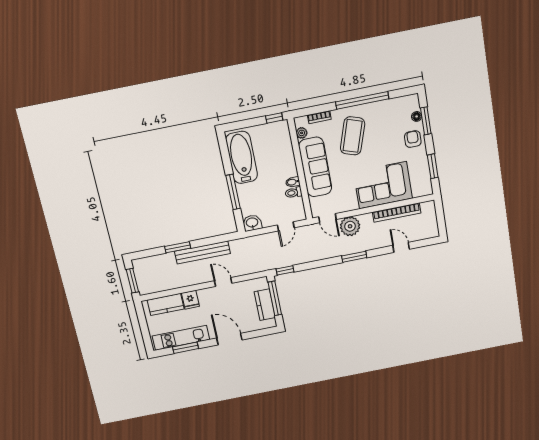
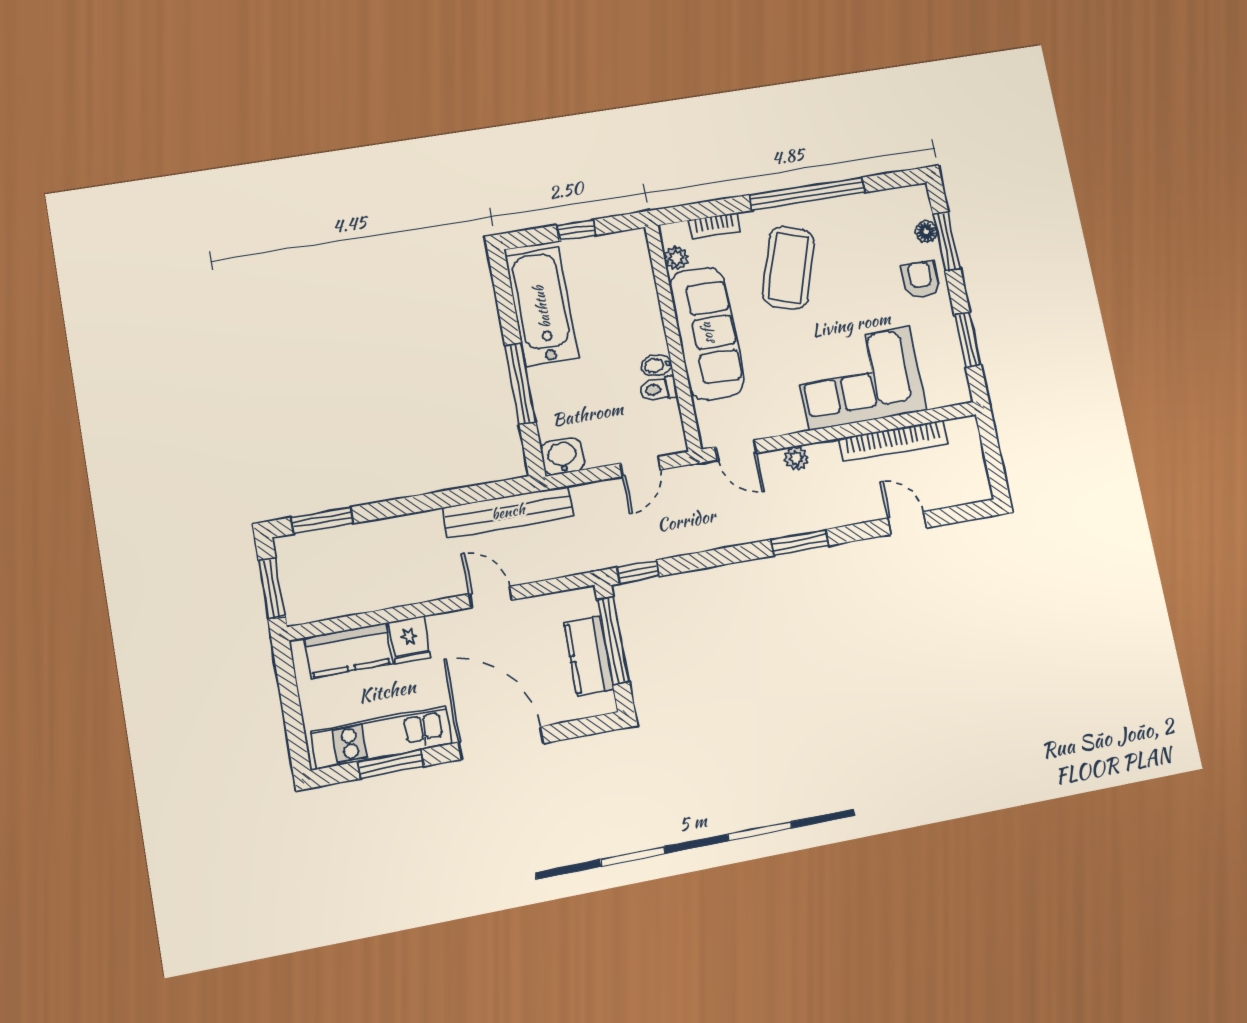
window: (274, 118) -> (576, 230), moved
plant: (350, 226) -> (796, 458), width x0.53, depth x0.53
window: (178, 247) -> (322, 520), moved
bench: (202, 252) -> (508, 512), moved
door: (229, 339) -> (501, 743), width x1.36

